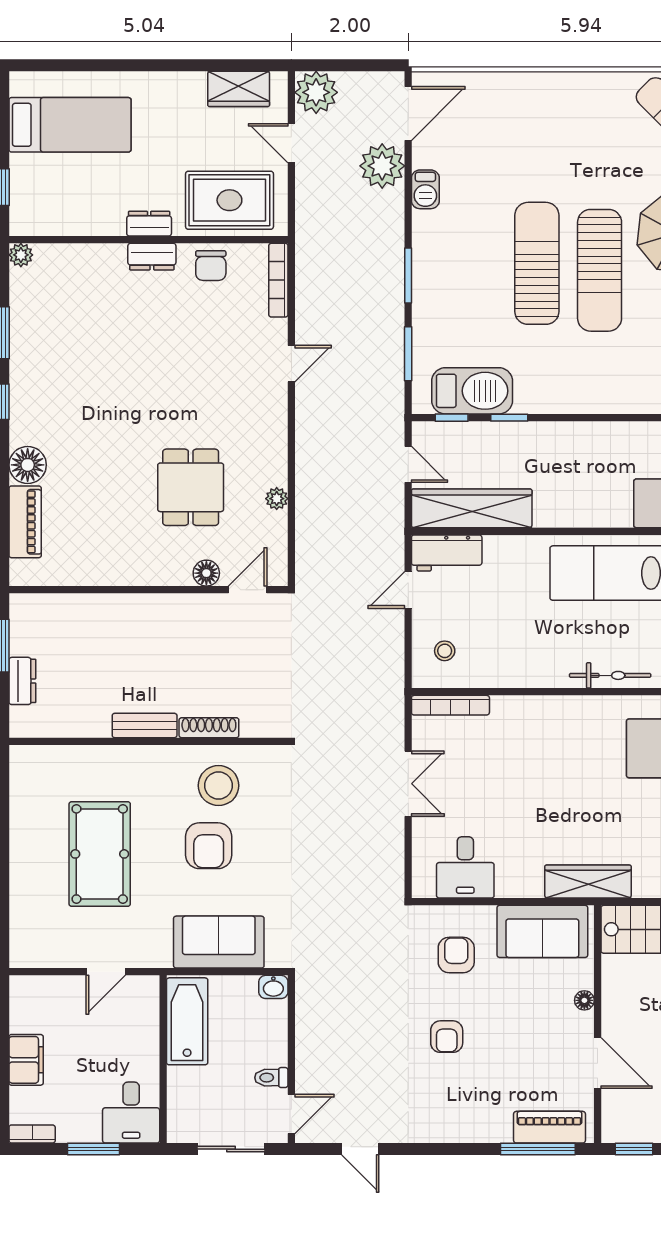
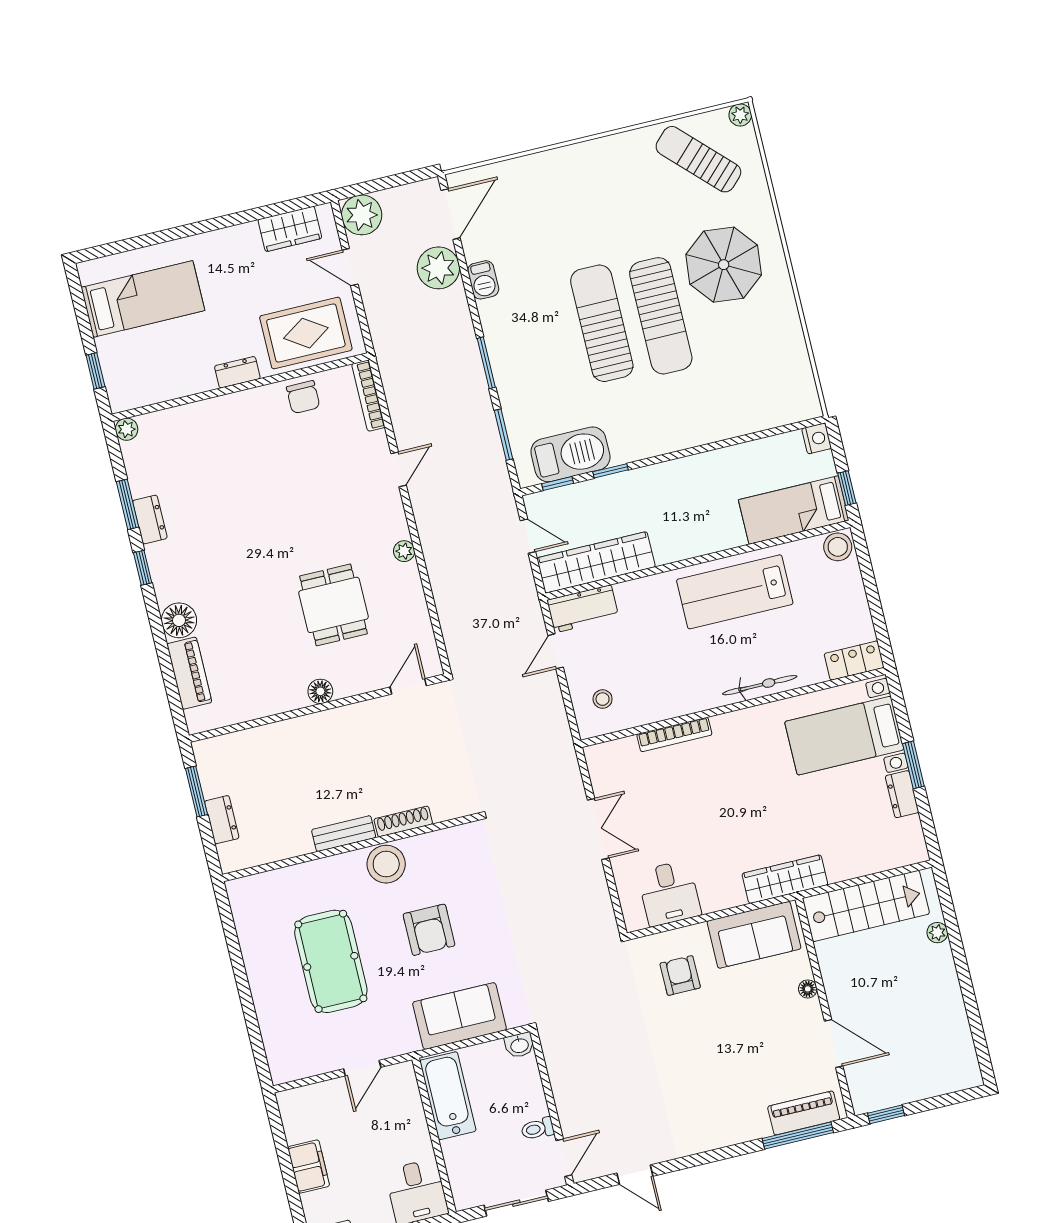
dresser: (152, 257) -> (150, 520), moved, turned -90
plant: (277, 499) -> (404, 551), moved
floor lamp: (206, 573) -> (320, 691), moved
bookcase: (450, 705) -> (674, 735), moved
stool: (219, 786) -> (386, 864), moved
armchair: (447, 1037) -> (689, 1053), removed

